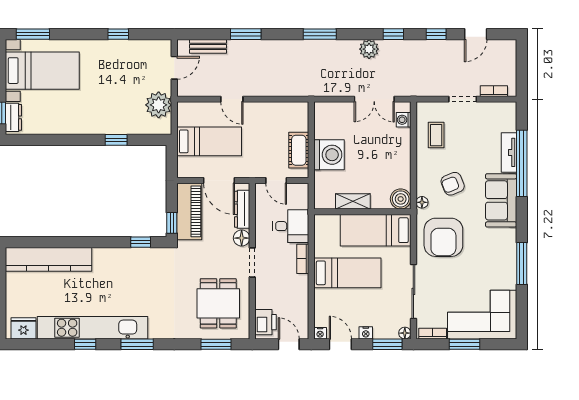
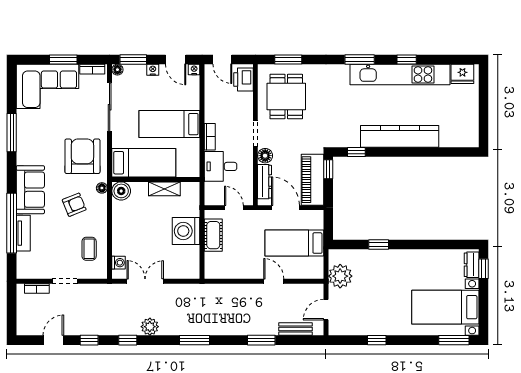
kitchen counter: (49, 259) -> (400, 136), moved

